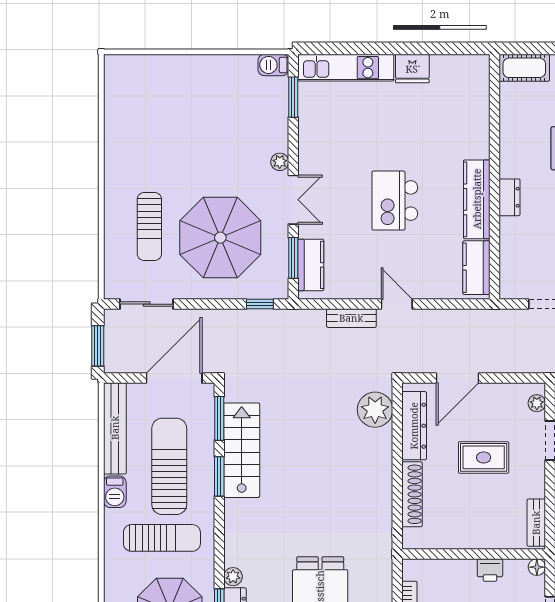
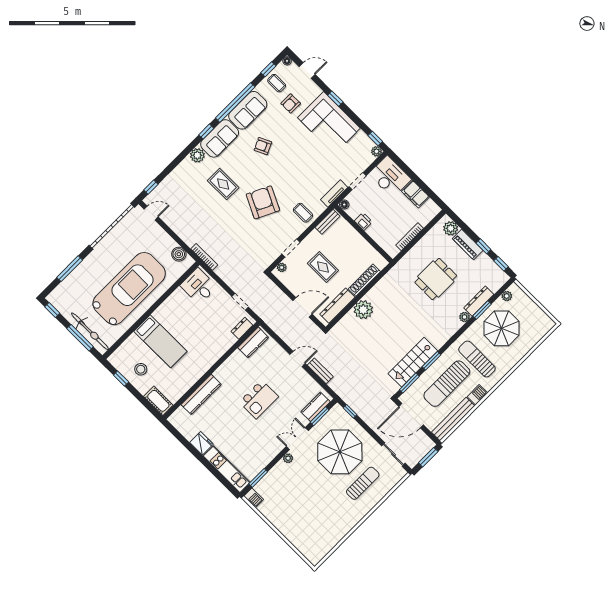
dresser: (510, 197) -> (242, 328), moved
kitchen counter: (477, 199) -> (201, 394), moved
door: (397, 304) -> (298, 359), swing flipped
plant: (375, 410) -> (363, 310), moved

